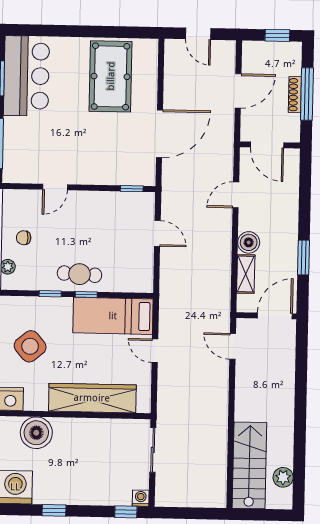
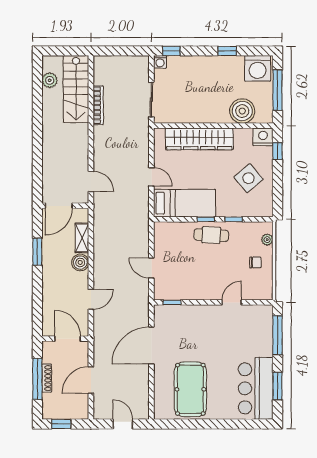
bookcase: (221, 444) -> (98, 105), added

